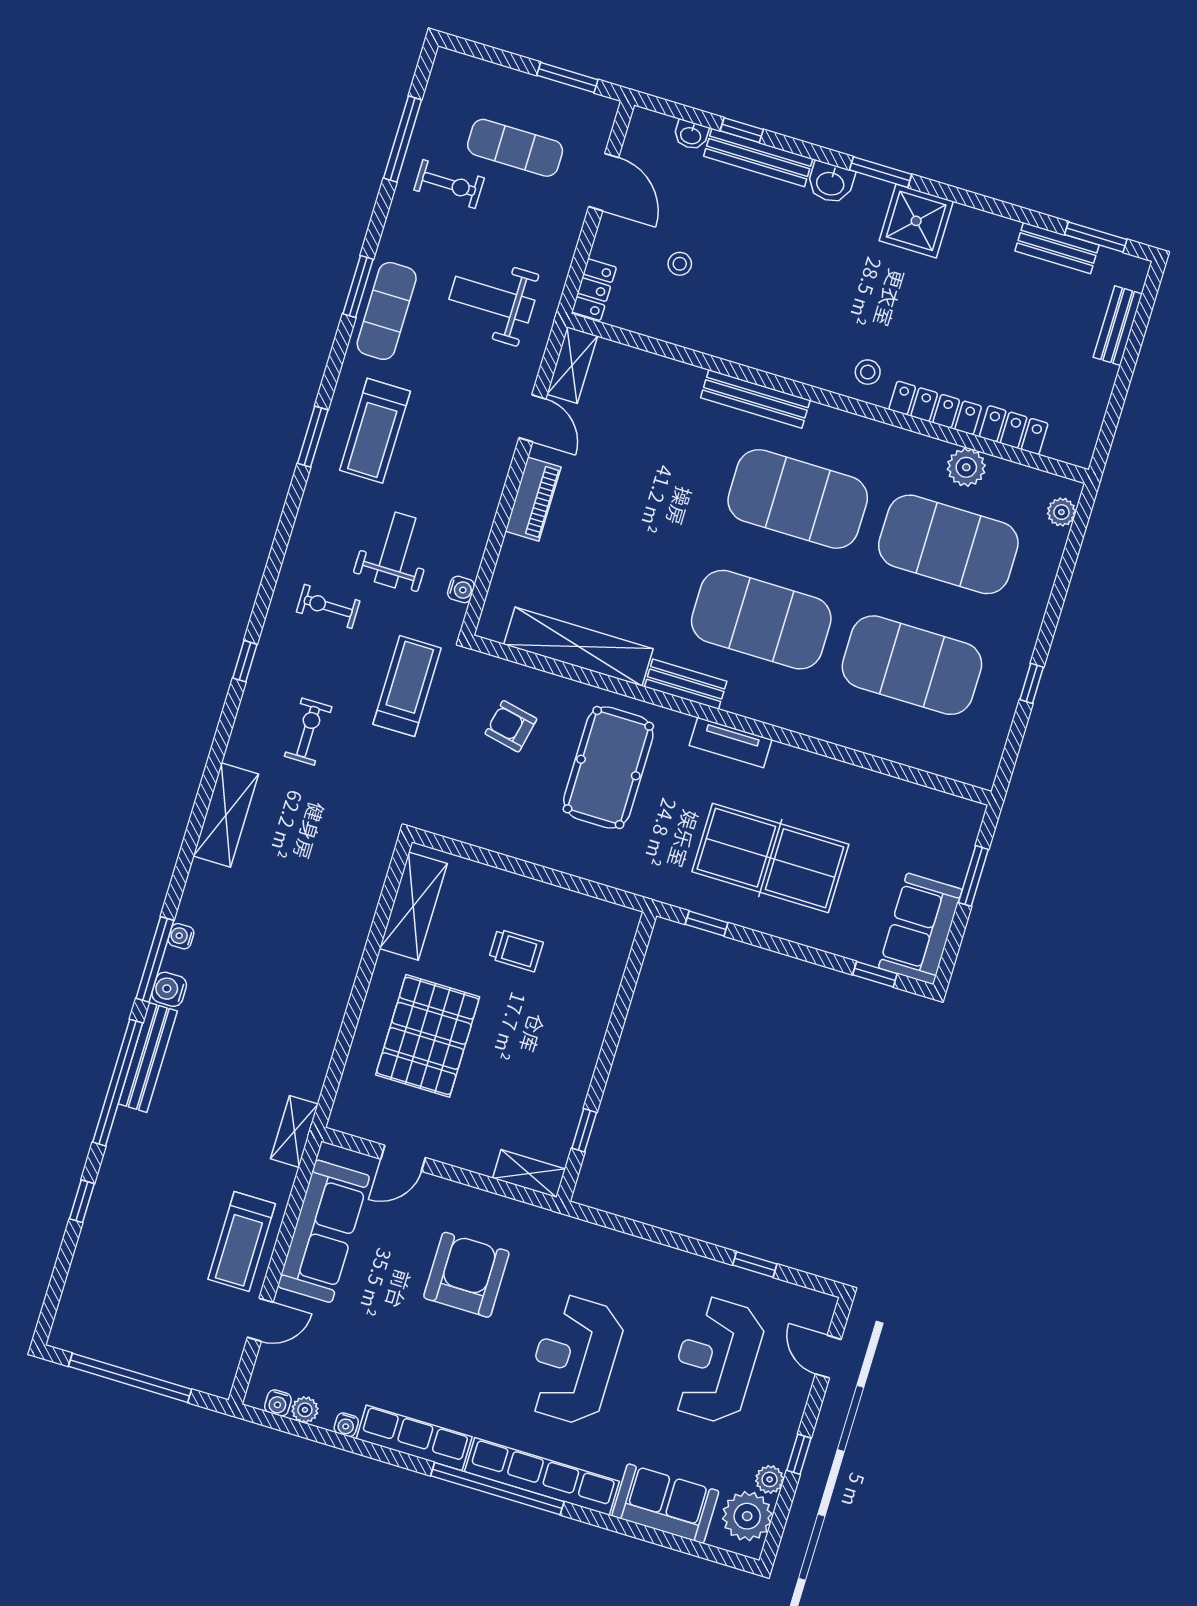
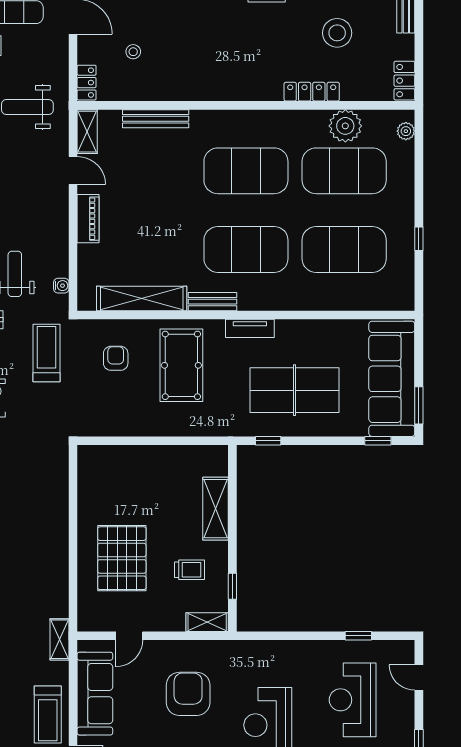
stool: (868, 372) -> (337, 33), moved, width x1.89, depth x1.89
bench: (755, 399) -> (156, 119), moved
locker: (1014, 430) -> (404, 81), moved, turned -90
plant: (966, 467) -> (345, 126), width x1.36, depth x1.36
armchair: (511, 726) -> (116, 358), turned 78
window: (973, 876) -> (419, 405), moved
shelving: (413, 906) -> (216, 509), moved
sofa: (920, 929) -> (392, 379), width x1.85, depth x1.27
trolley: (516, 950) -> (189, 570), moved

